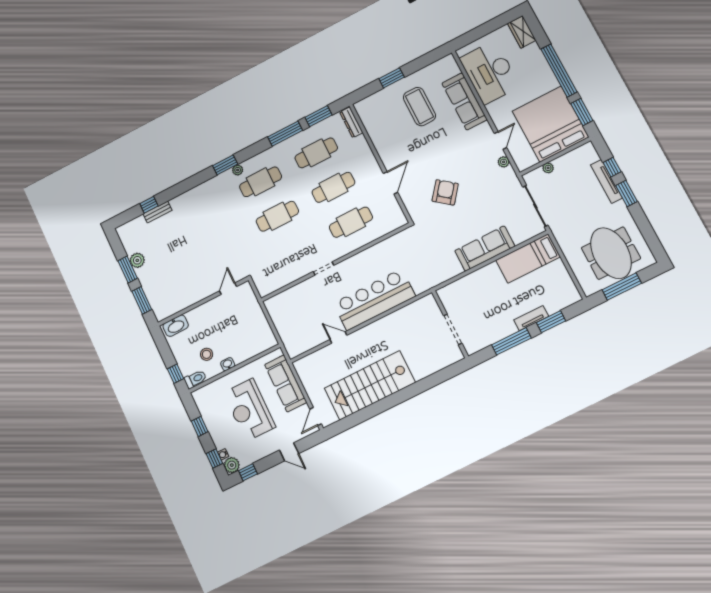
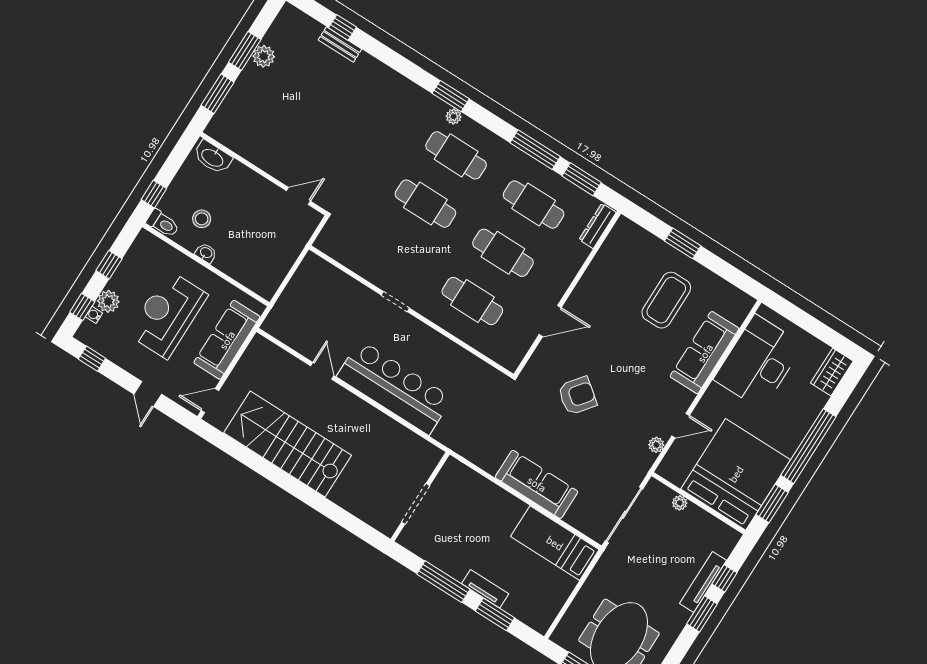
plant: (232, 465) -> (108, 301), moved

